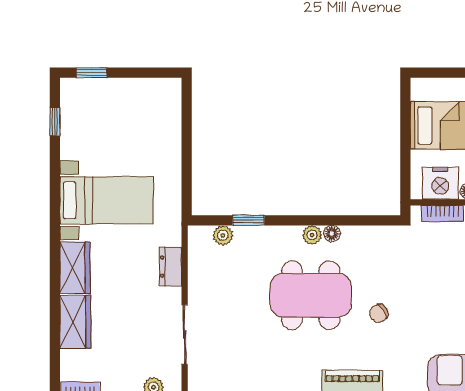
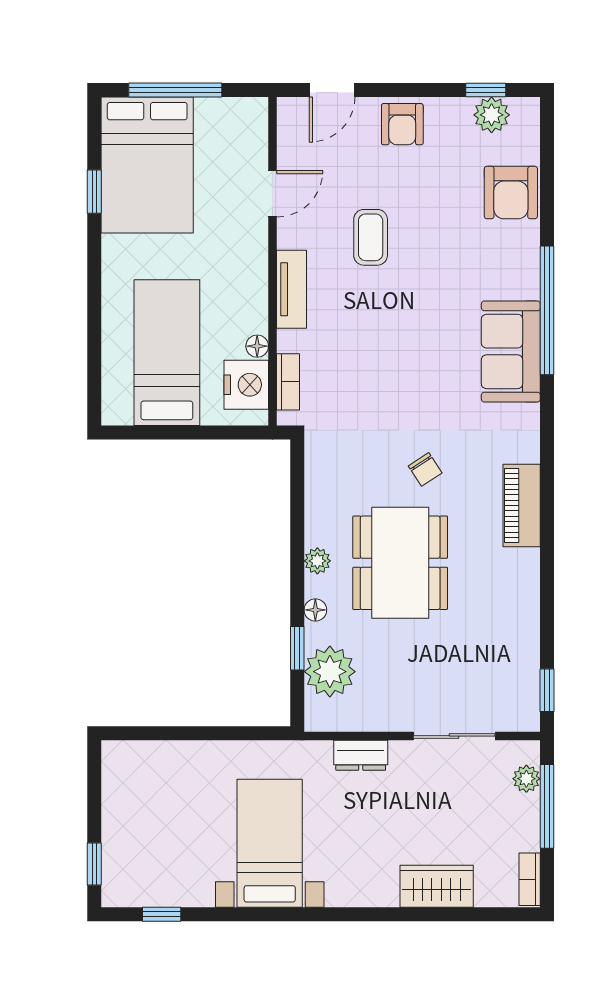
floor lamp: (332, 234) -> (315, 610), moved
plant: (223, 235) -> (330, 672), width x1.87, depth x1.87
wardrobe: (75, 268) -> (362, 887), removed

